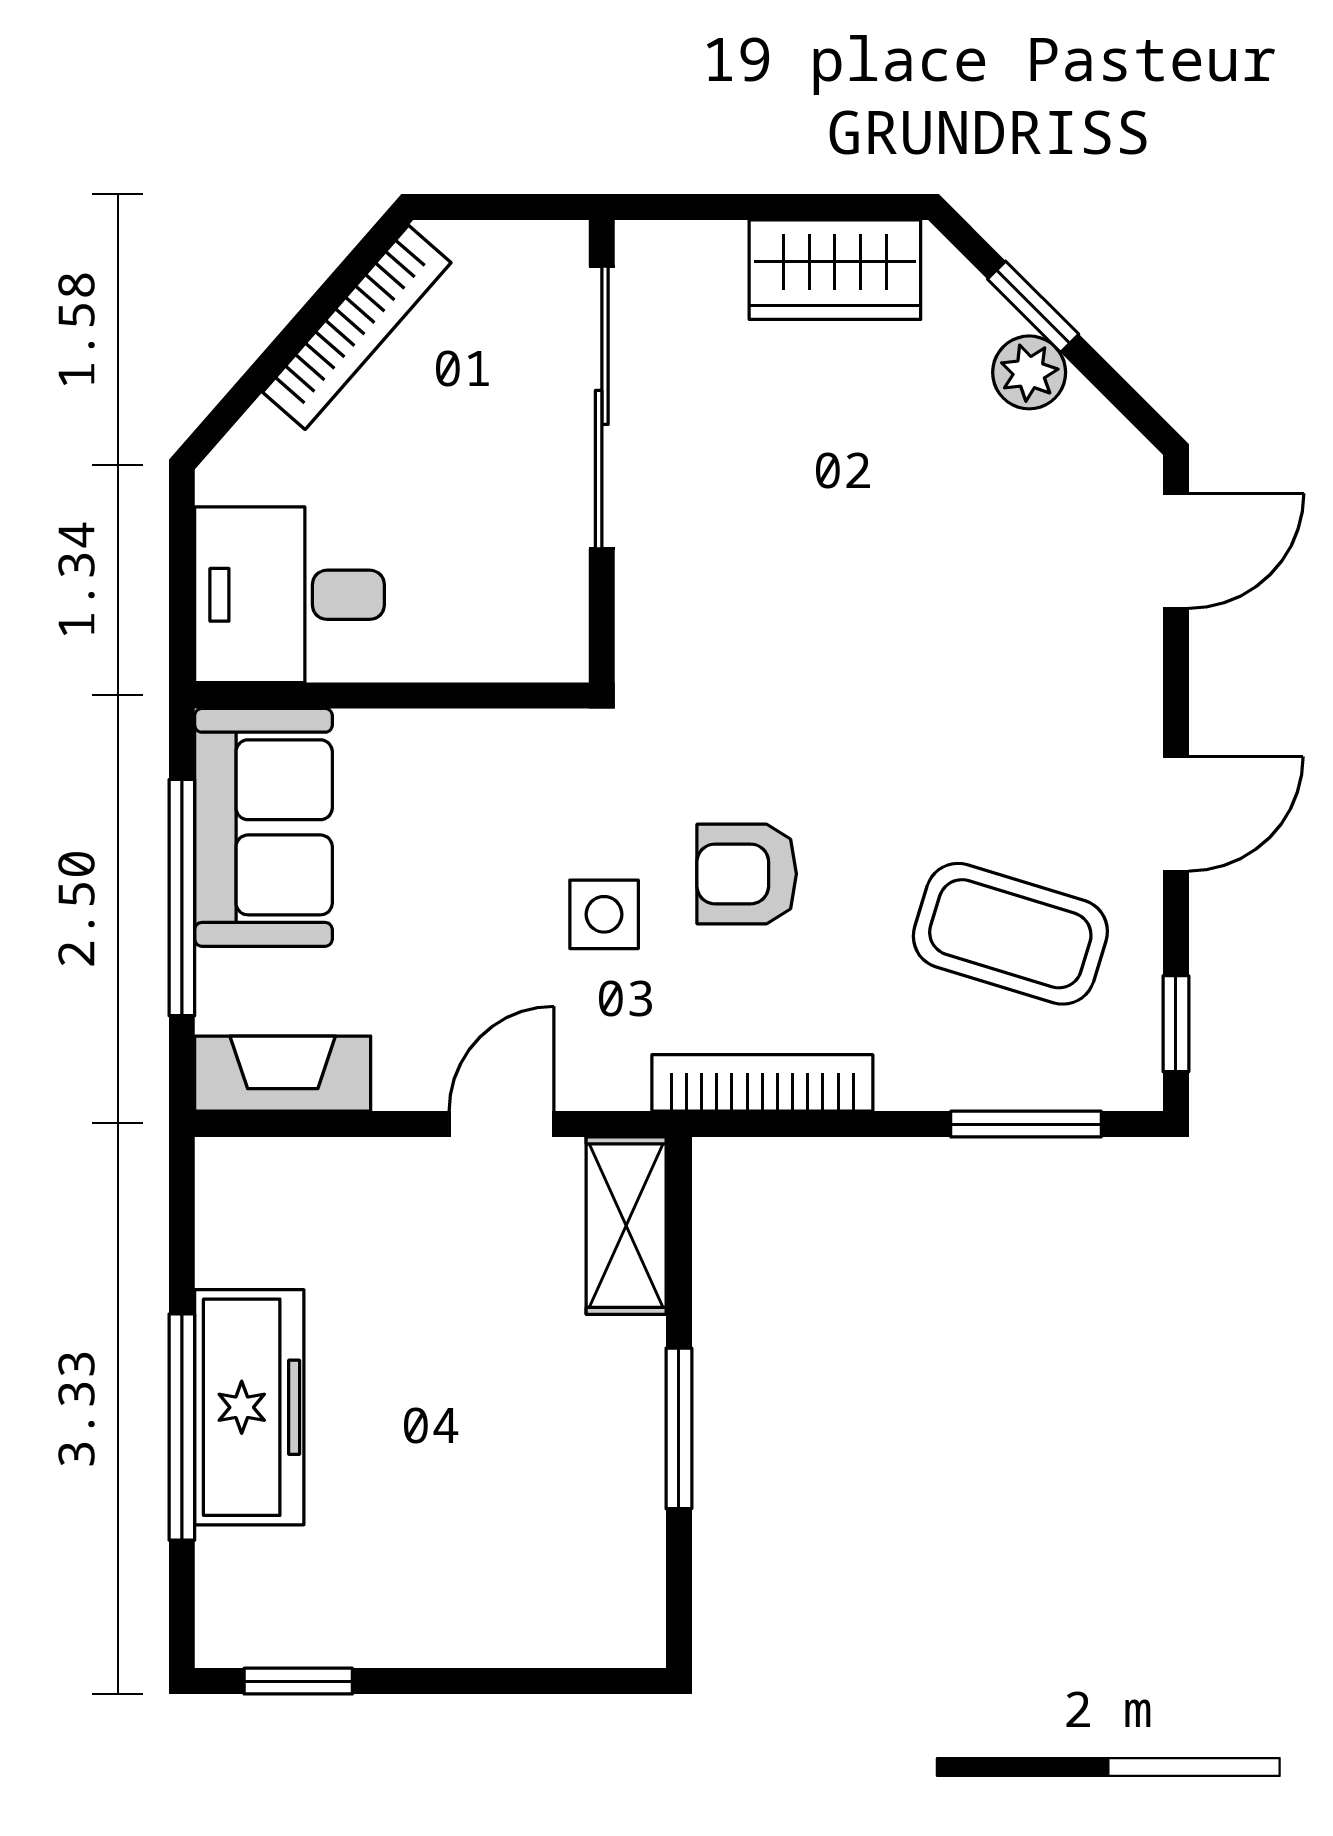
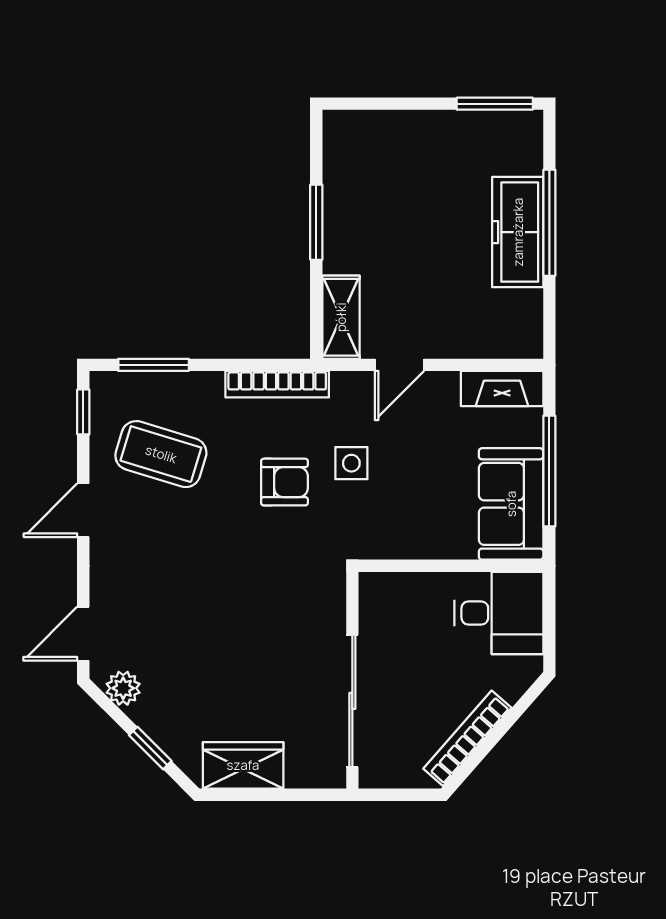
plant: (1029, 372) -> (123, 688), moved
window: (298, 1681) -> (495, 104), width x1.50

